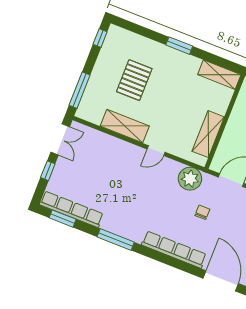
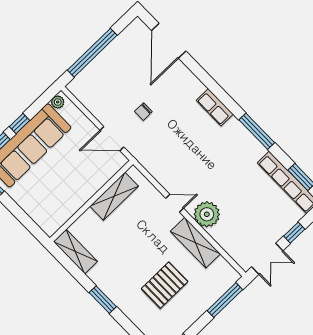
double door: (60, 139) -> (267, 259), swing flipped
plant: (190, 179) -> (207, 214), moved
chair: (202, 212) -> (143, 112), moved
row of seats: (174, 250) -> (215, 107), width x0.50

